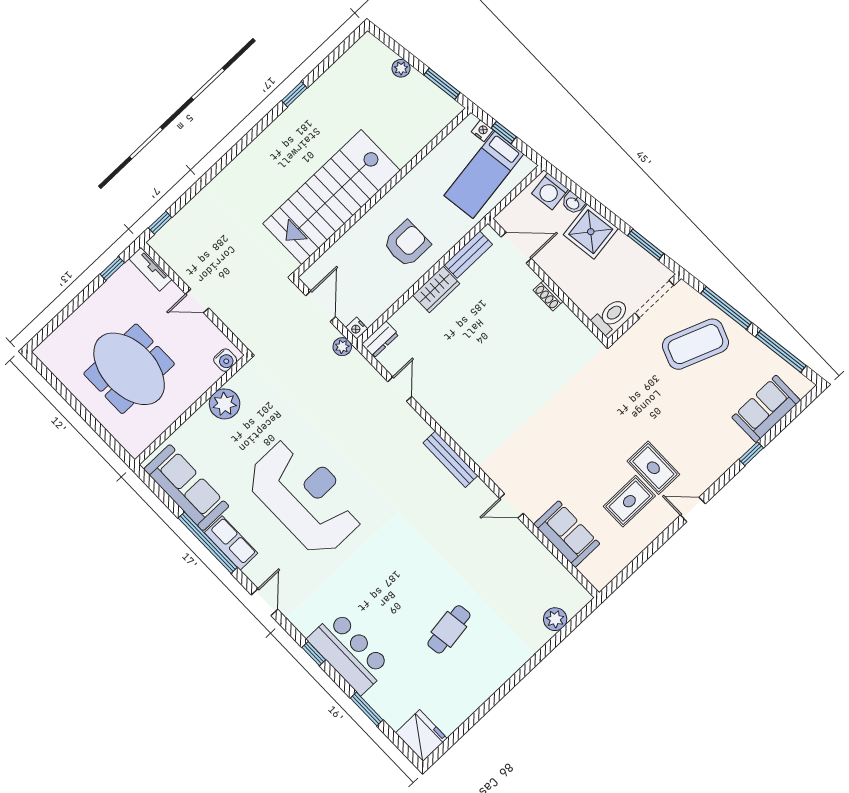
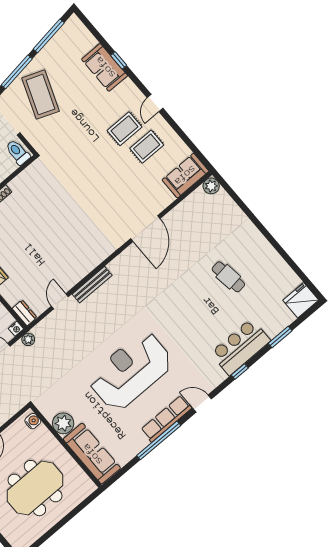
door: (400, 389) -> (60, 301), hinge flipped
sofa: (766, 409) -> (105, 67), moved
bench: (450, 459) -> (92, 285), moved
sofa: (186, 488) -> (92, 454), moved, turned 90
rug: (629, 501) -> (147, 147), turned 90
door: (511, 506) -> (145, 229), width x1.88
sofa: (567, 534) -> (185, 176), moved
row of seats: (231, 543) -> (166, 419), width x1.48
plant: (555, 619) -> (211, 186), moved

